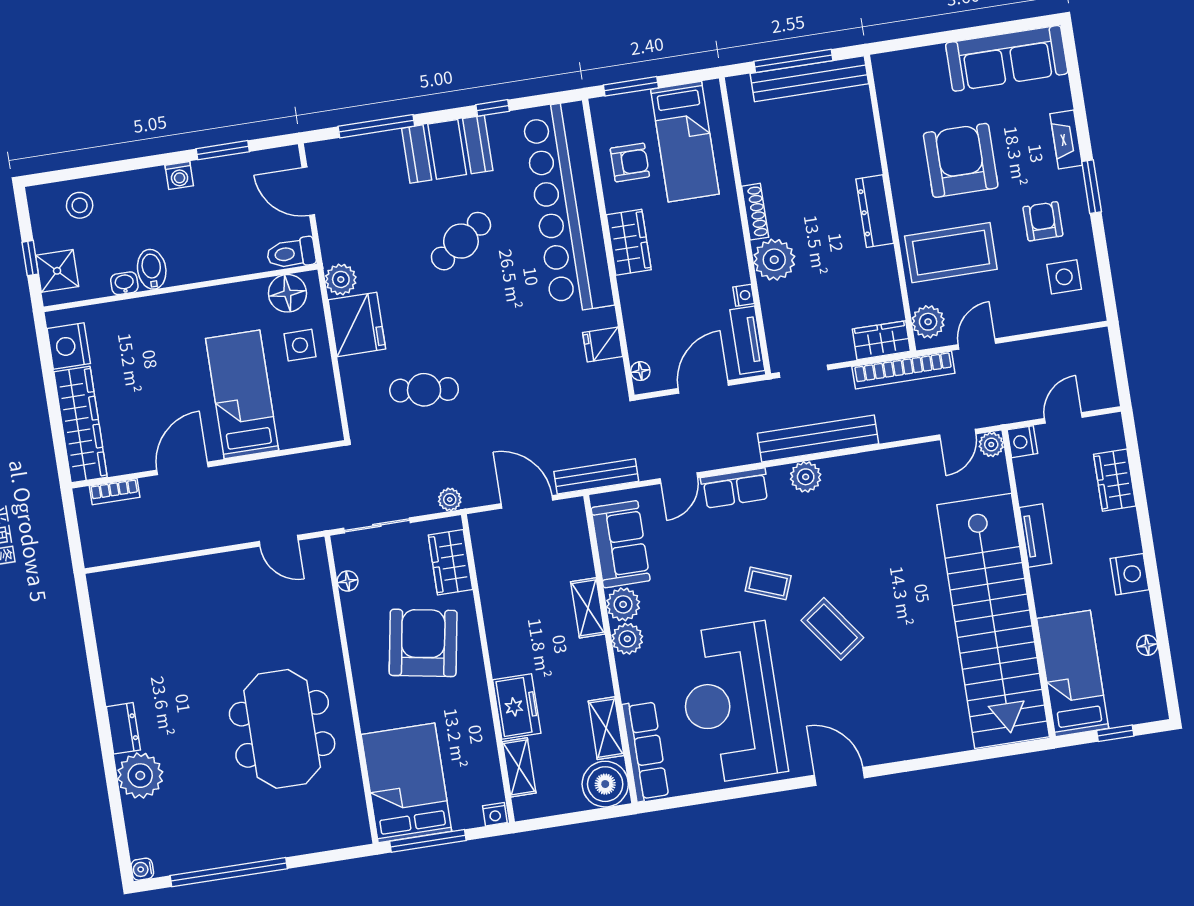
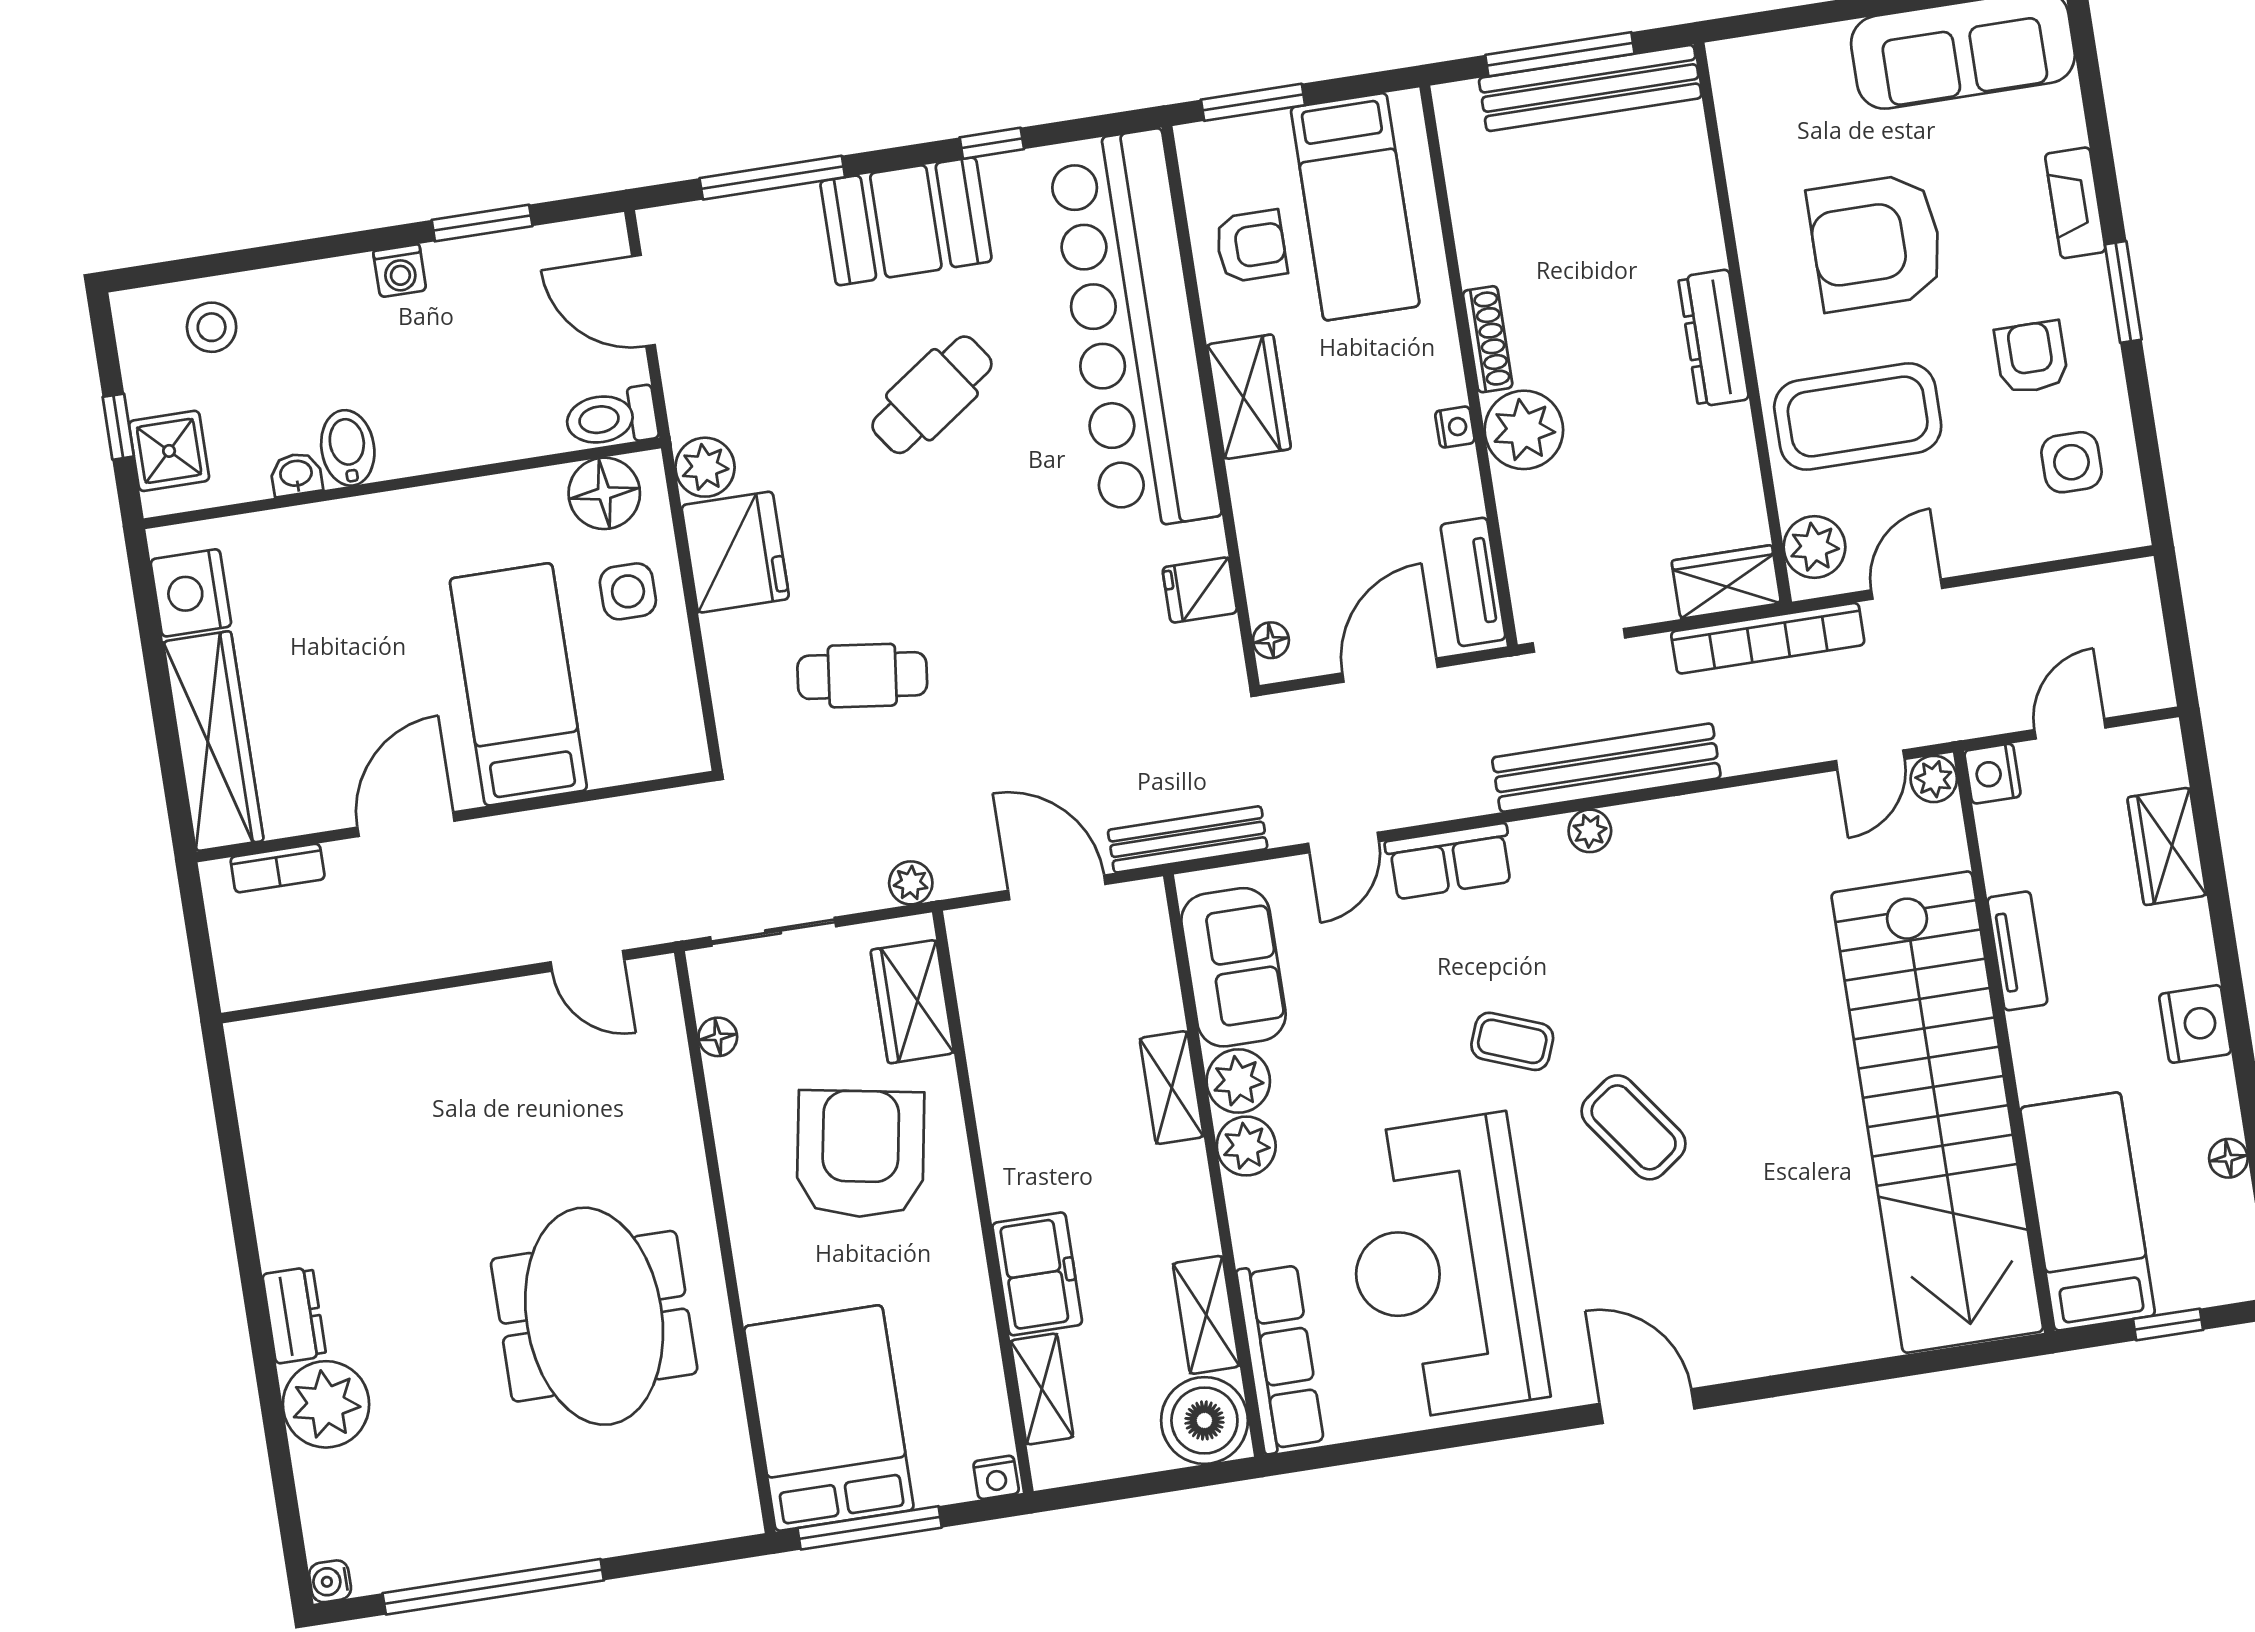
armchair: (961, 160) -> (1876, 242), turned -90
nightstand: (744, 295) -> (1455, 427), moved
plant: (806, 477) -> (1590, 831), width x0.73, depth x0.73

